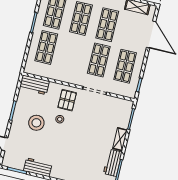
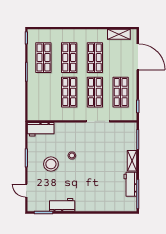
shop shelf: (46, 47) -> (69, 92), moved
pallet: (67, 100) -> (74, 136), removed

